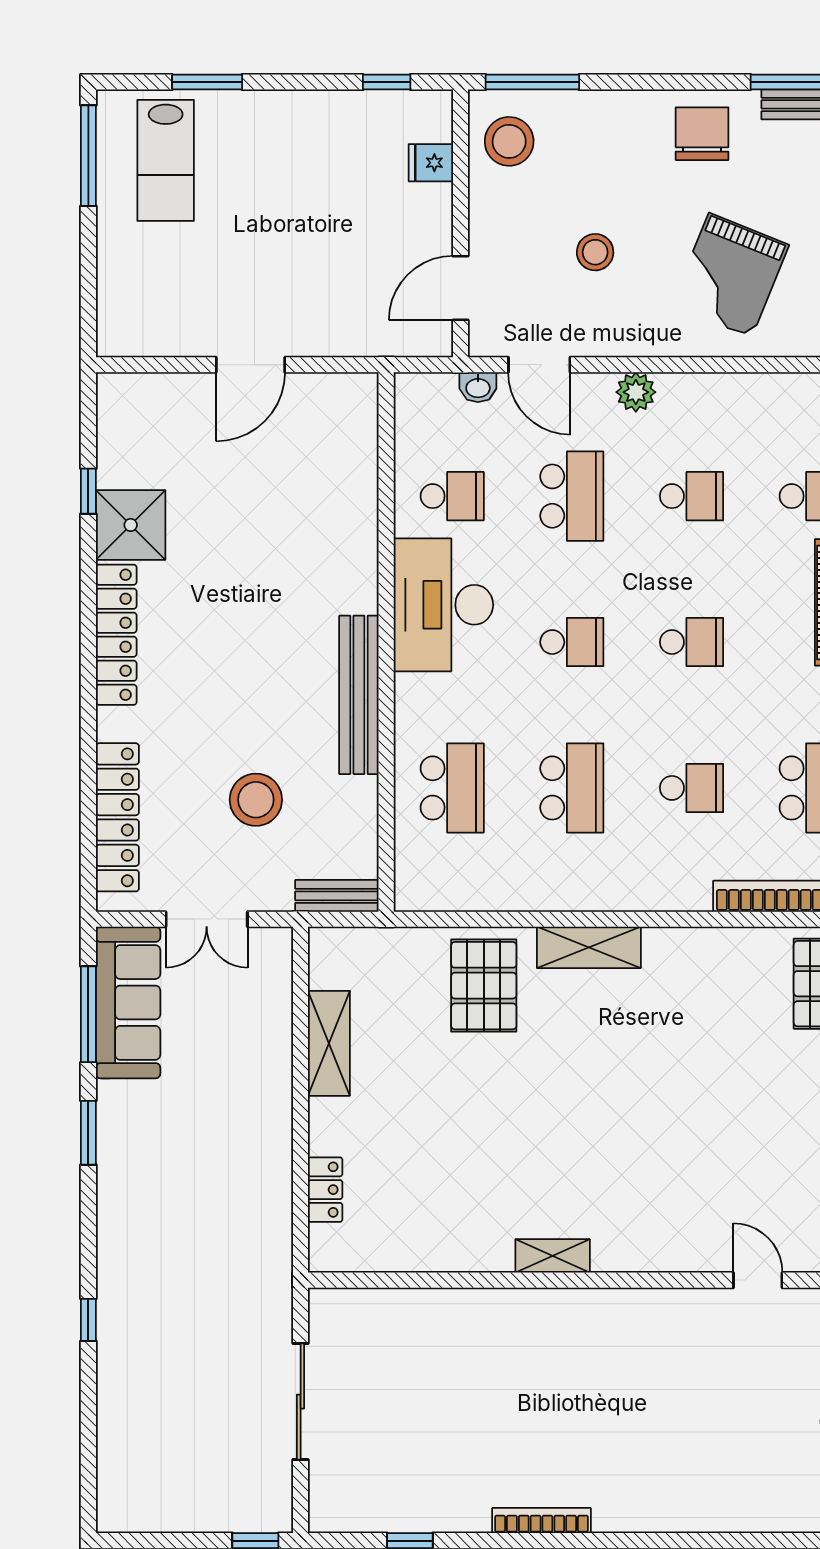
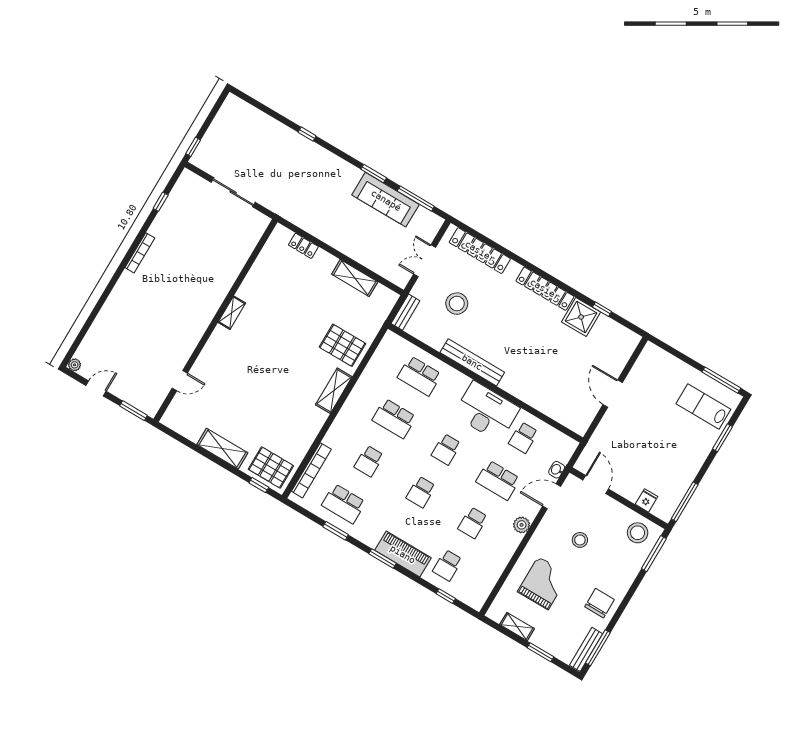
window: (387, 82) -> (685, 502), width x2.17
chair: (702, 134) -> (600, 603), turned -90
grand piano: (730, 275) -> (543, 583), turned 68
sofa: (128, 1002) -> (386, 200), moved

